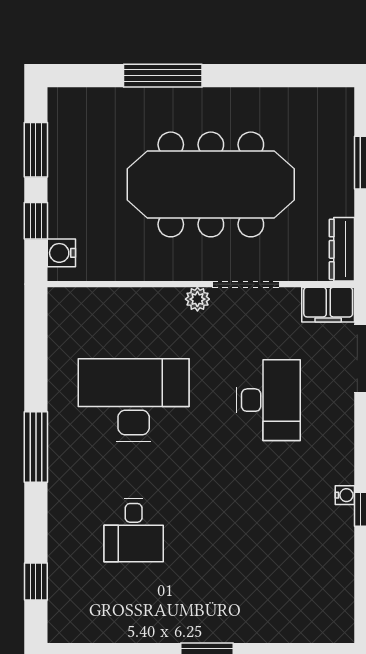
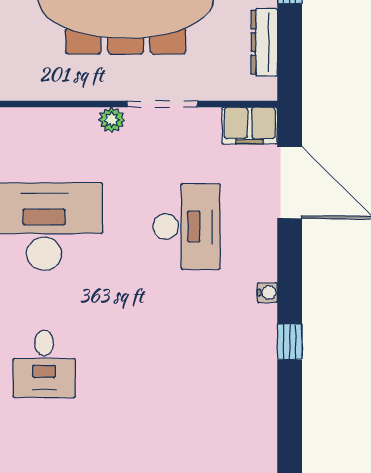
dresser: (342, 249) -> (264, 42), moved
water cooler: (345, 495) -> (267, 293), moved

